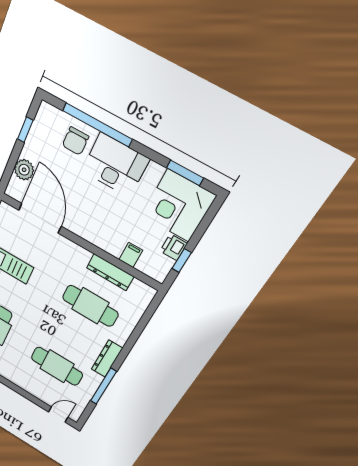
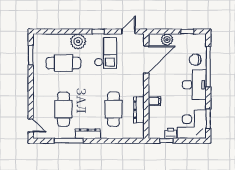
filing cabinet: (131, 255) -> (154, 101), moved

